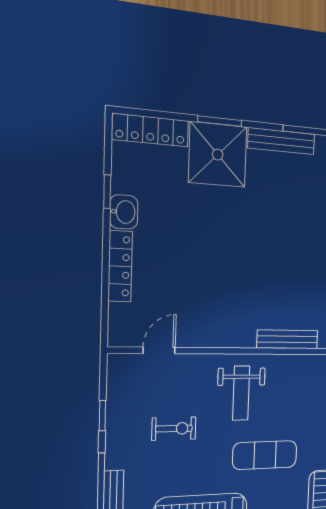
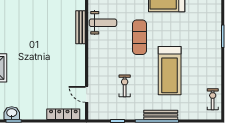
washbasin: (124, 212) -> (12, 113), moved
locker: (120, 266) -> (63, 114), moved
weight bench: (241, 393) -> (103, 23), moved

